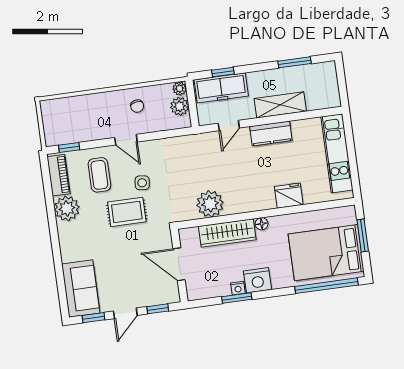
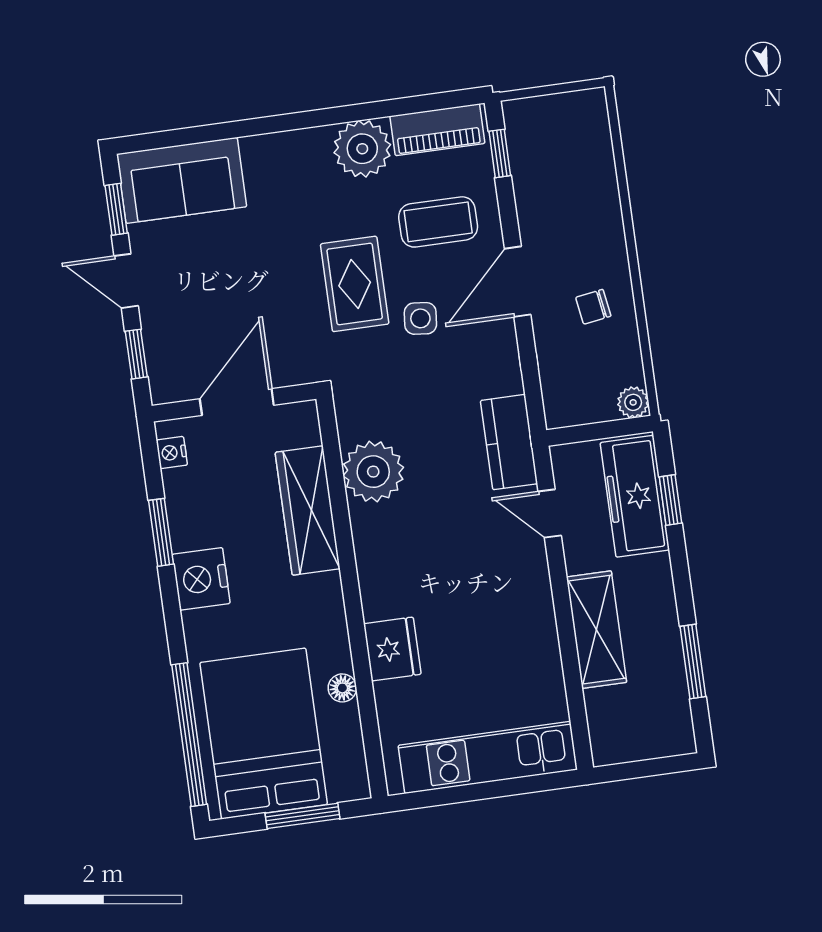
plant: (180, 106) -> (593, 403), removed
kitchen counter: (271, 133) -> (509, 442), moved
door: (126, 140) -> (518, 282), width x1.38
floor lamp: (262, 224) -> (342, 688), moved
nightstand: (238, 288) -> (172, 453), moved

